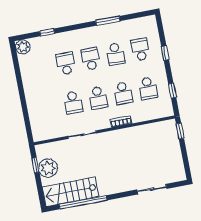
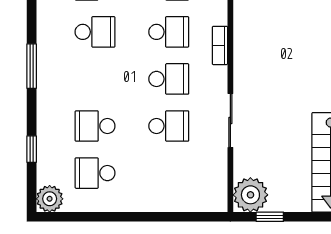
window: (108, 21) -> (32, 66), moved
school desk: (91, 59) -> (95, 173), moved
plant: (48, 168) -> (250, 195), moved

